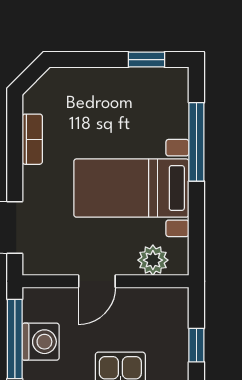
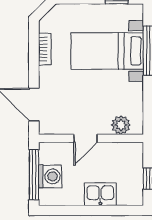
bed with nightstands: (131, 188) -> (107, 51), moved

